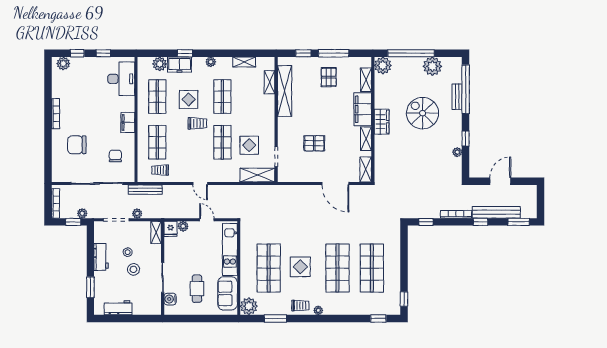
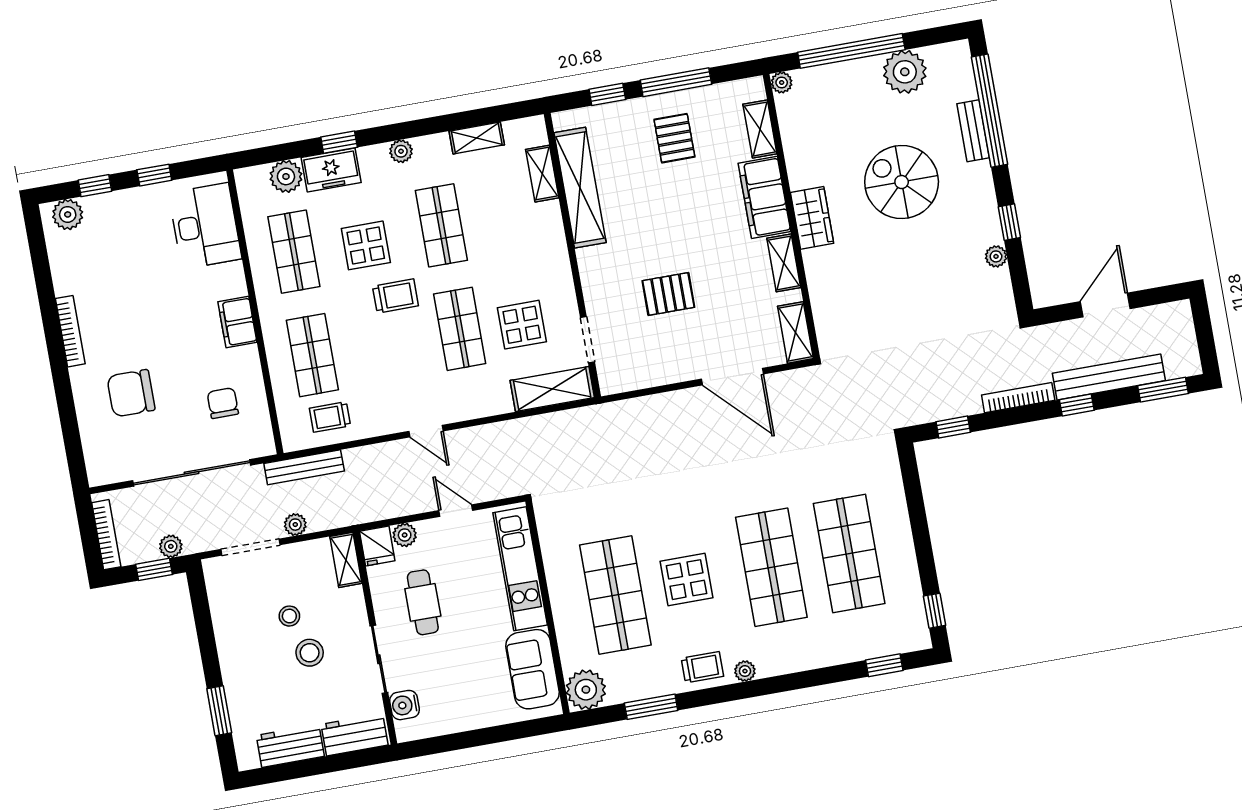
plant: (383, 65) -> (782, 82), width x0.53, depth x0.53
workbench: (101, 257) -> (355, 735), moved, turned -90
cafe table: (197, 289) -> (423, 602), moved

